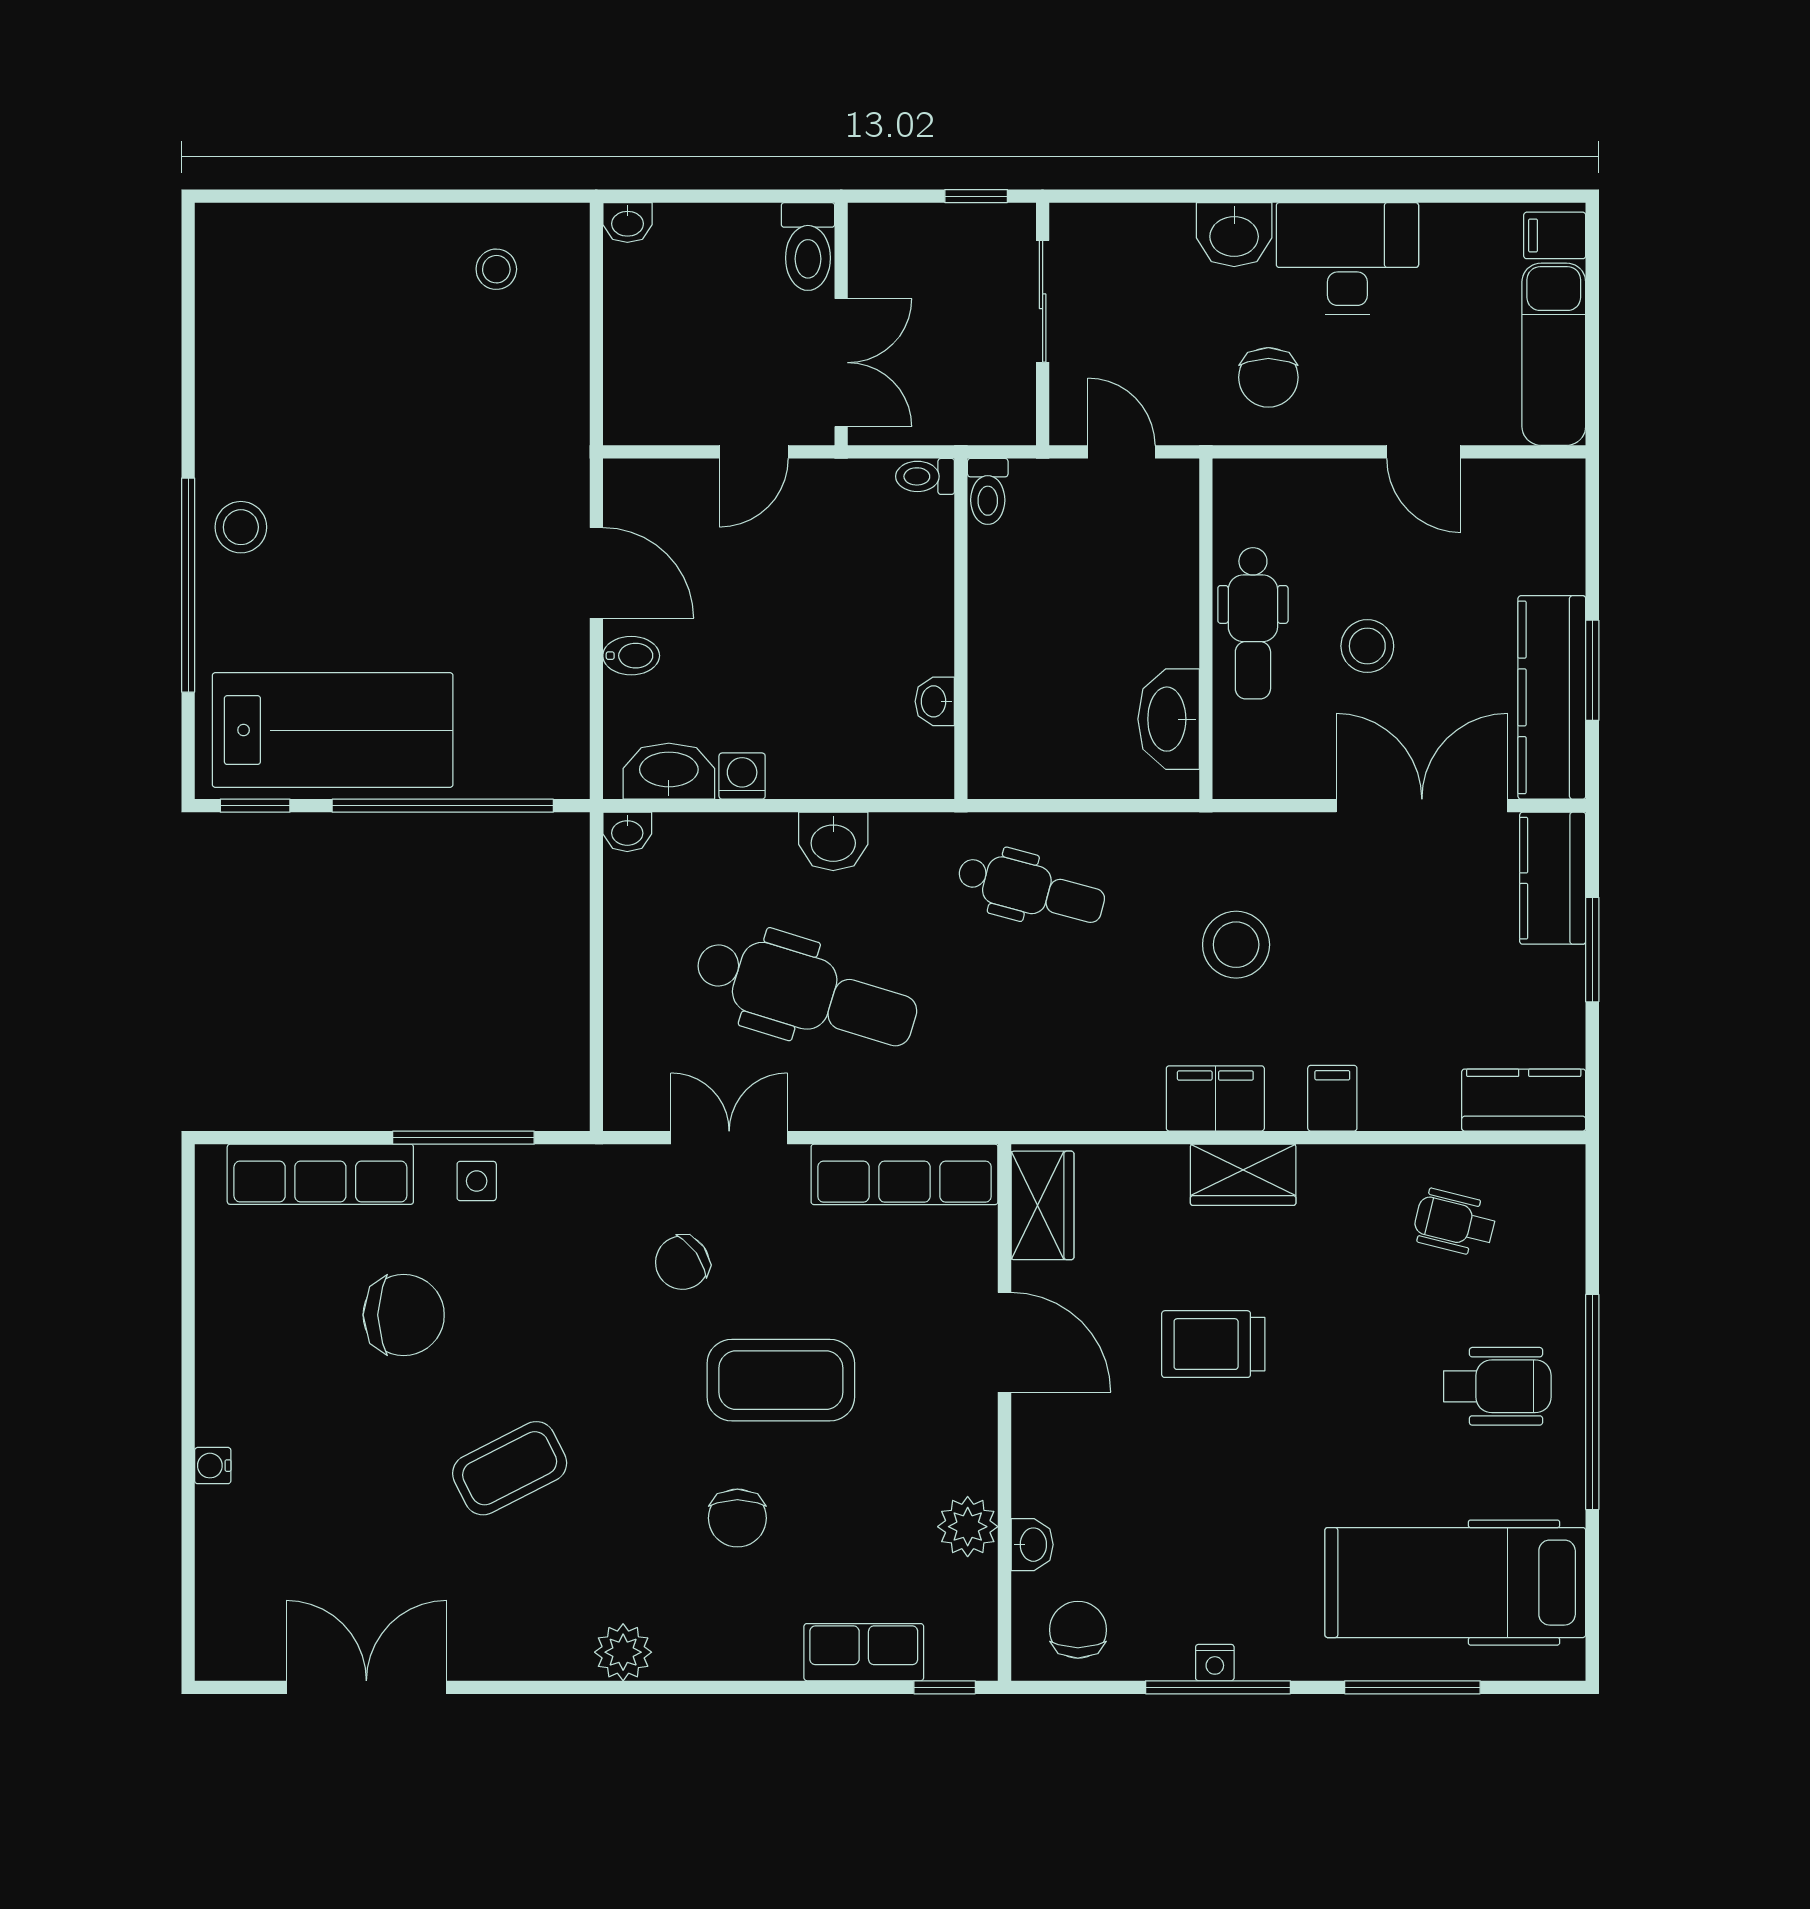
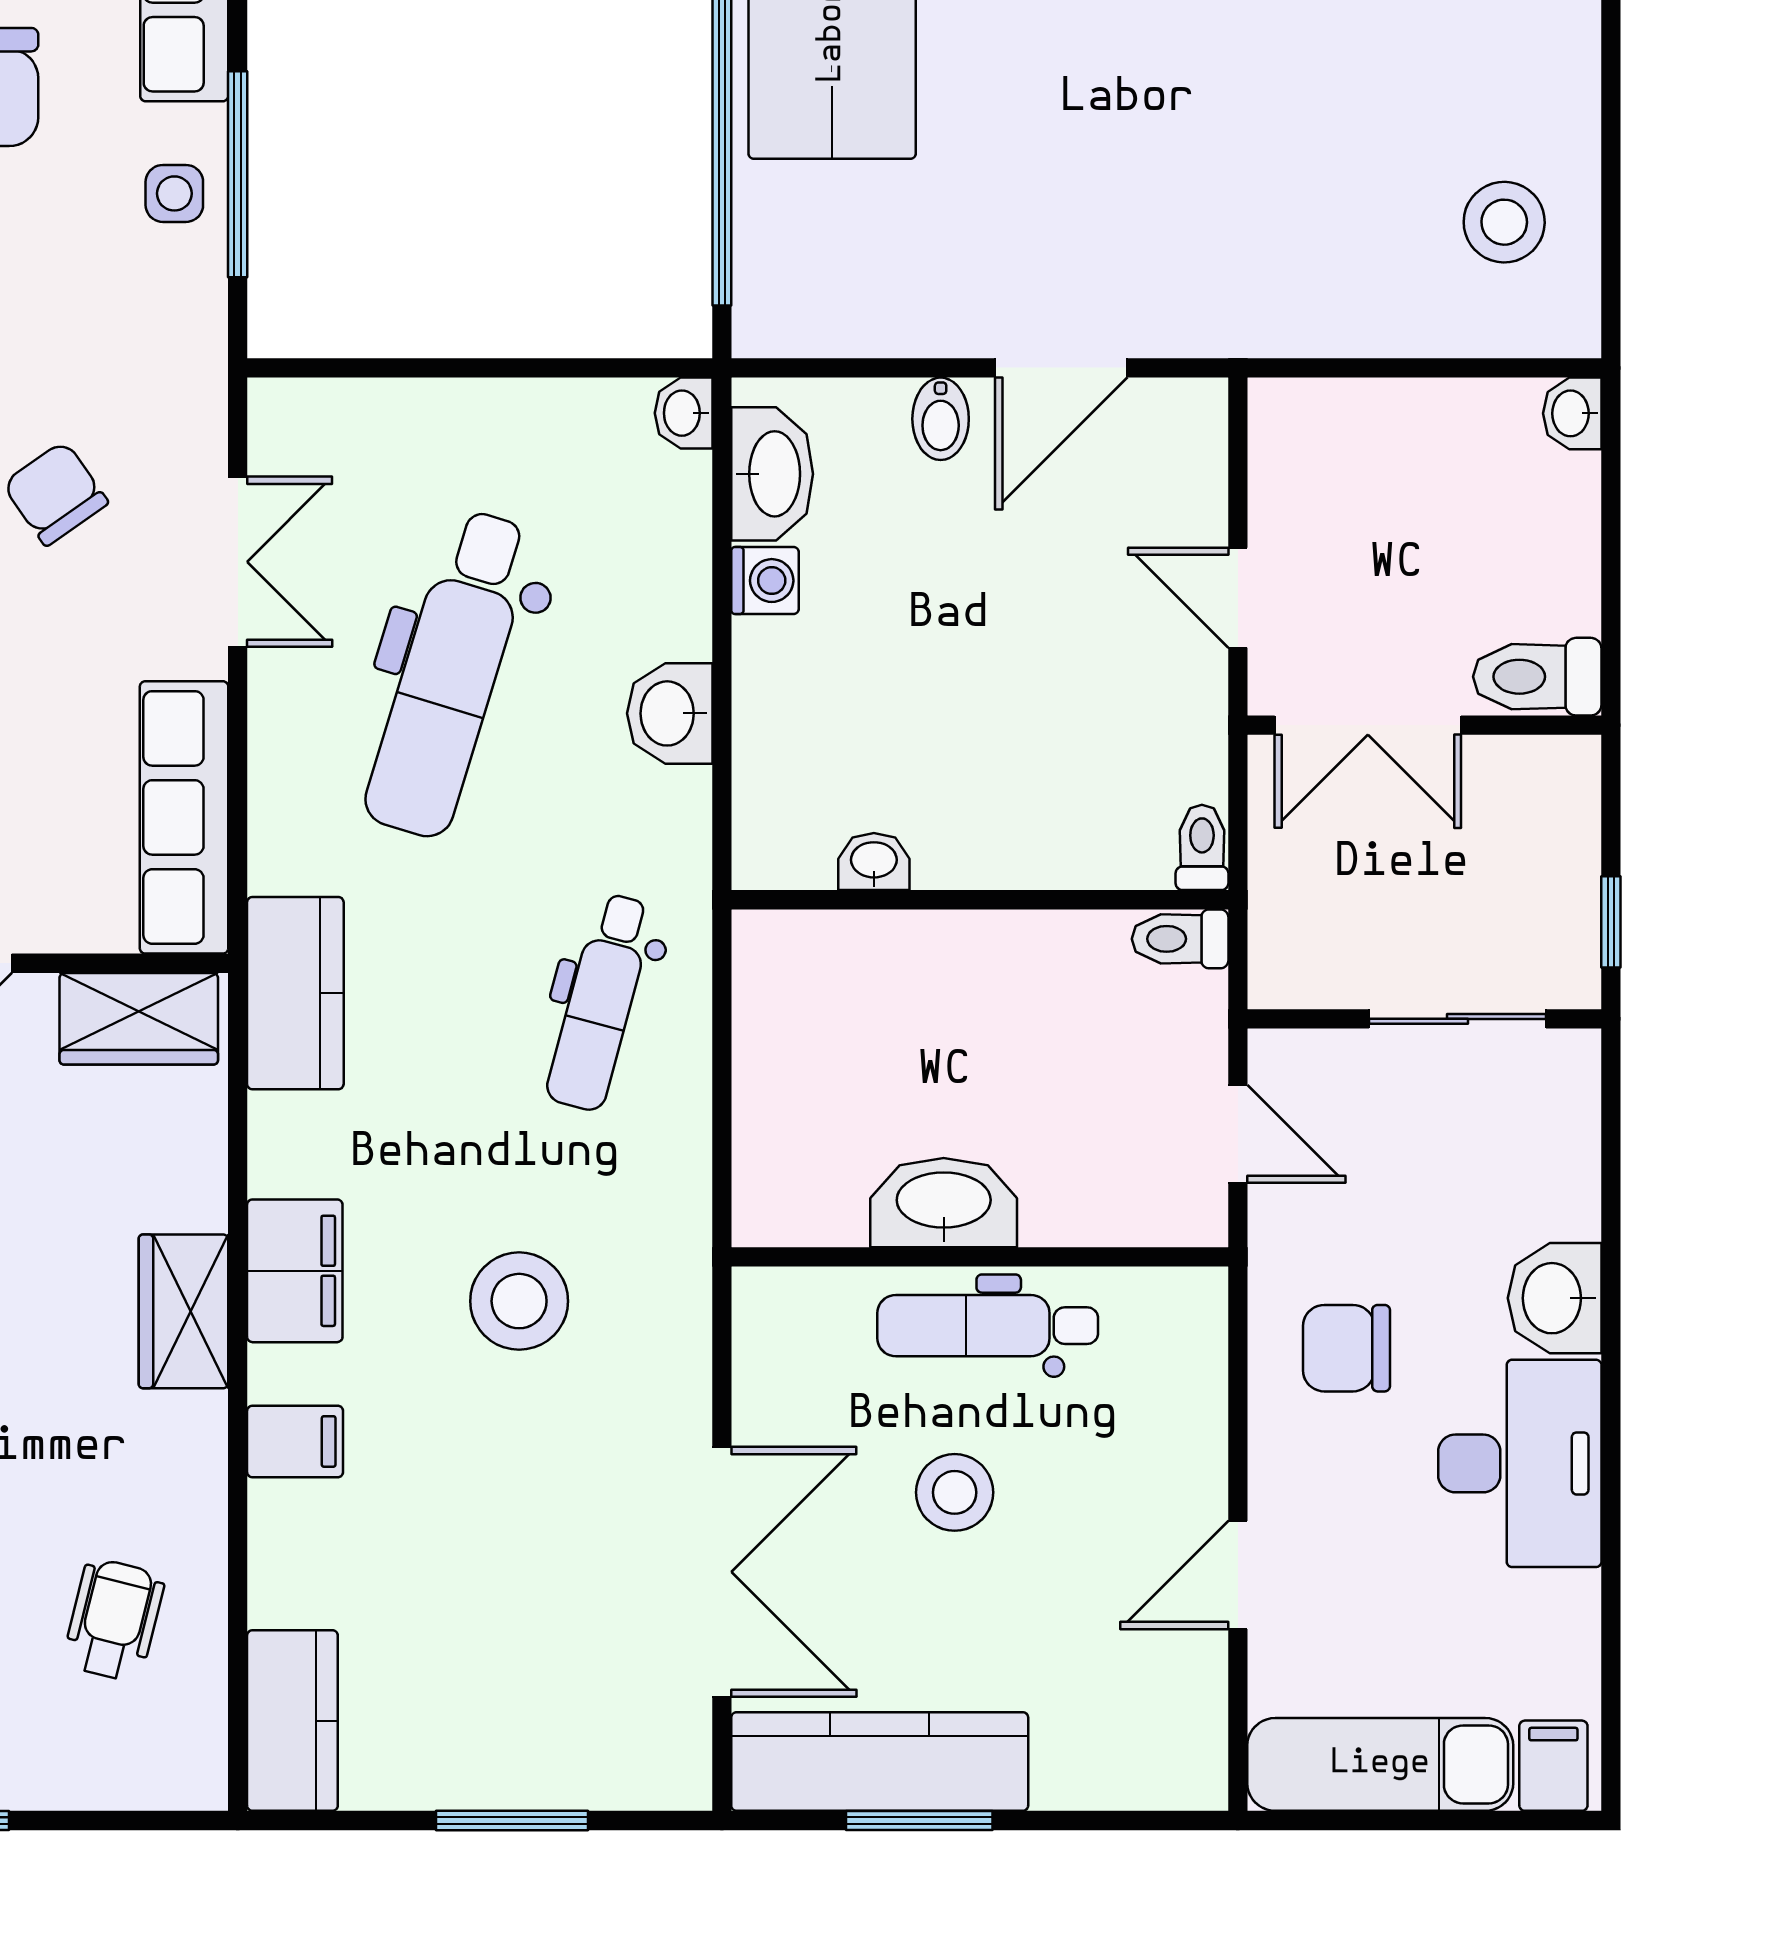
stool: (496, 269) -> (1504, 222), width x1.37, depth x1.37
door: (1121, 452) -> (1238, 1134), hinge flipped
washbasin: (1169, 719) -> (944, 1203), moved
kitchen counter: (1553, 878) -> (295, 993), moved, turned 90

